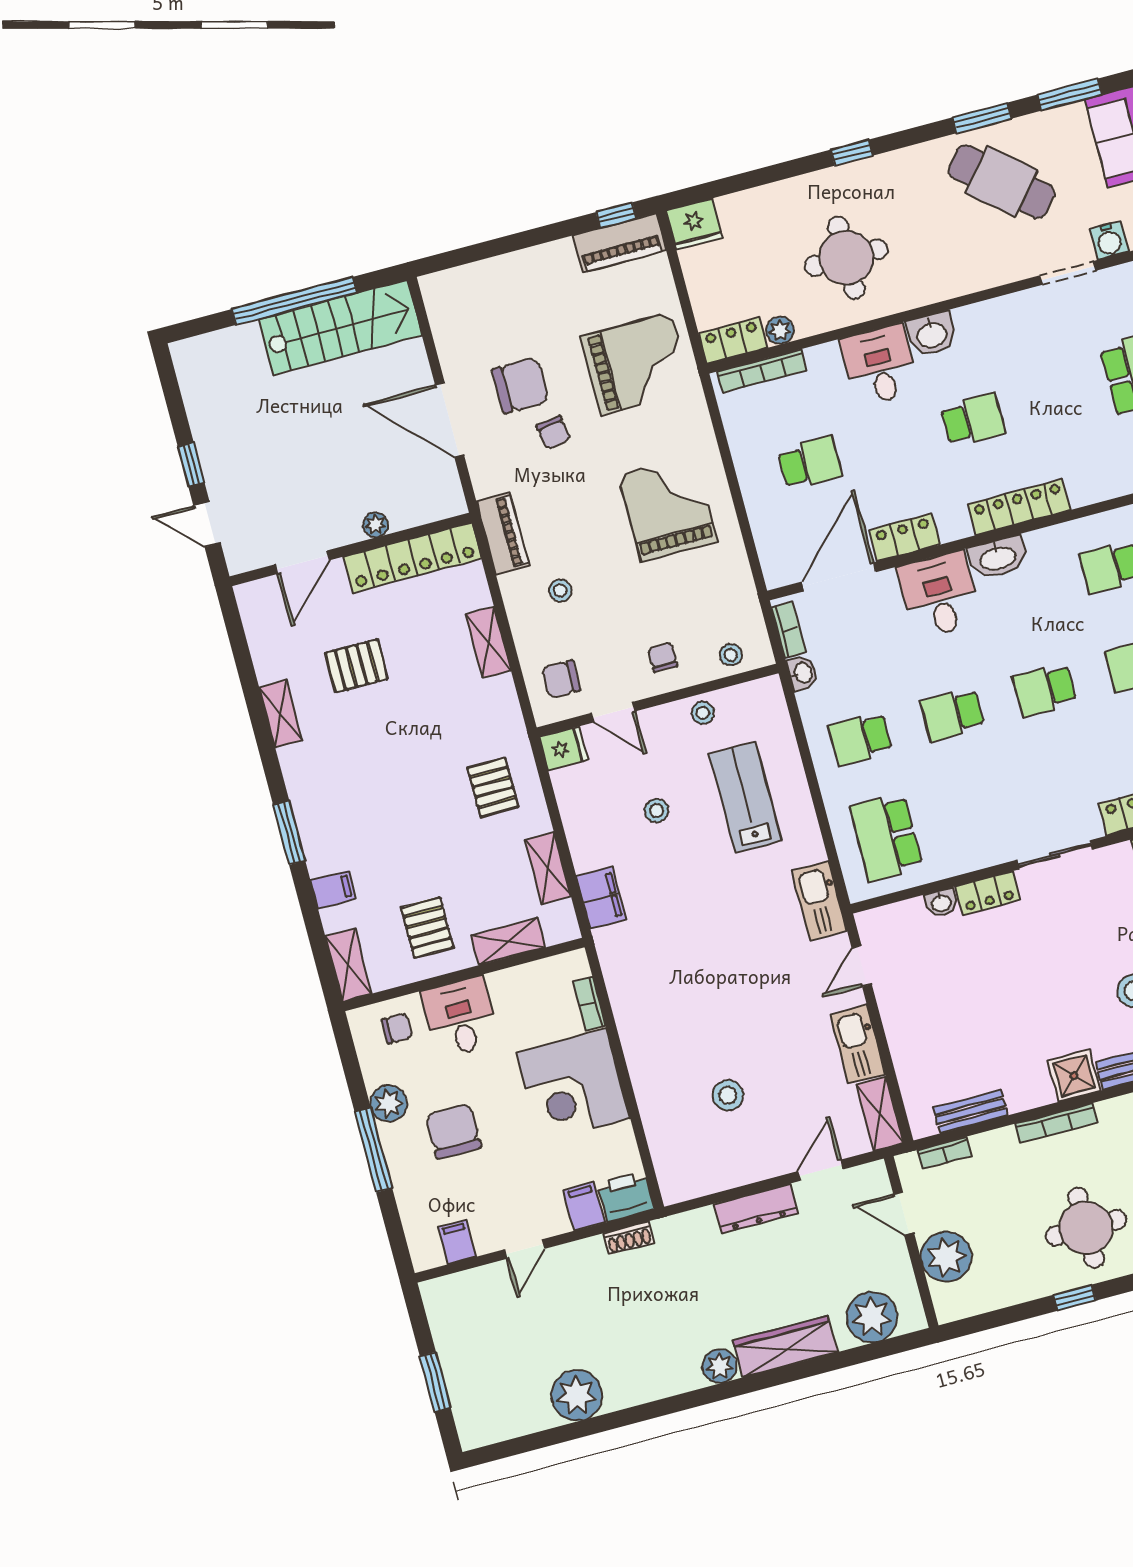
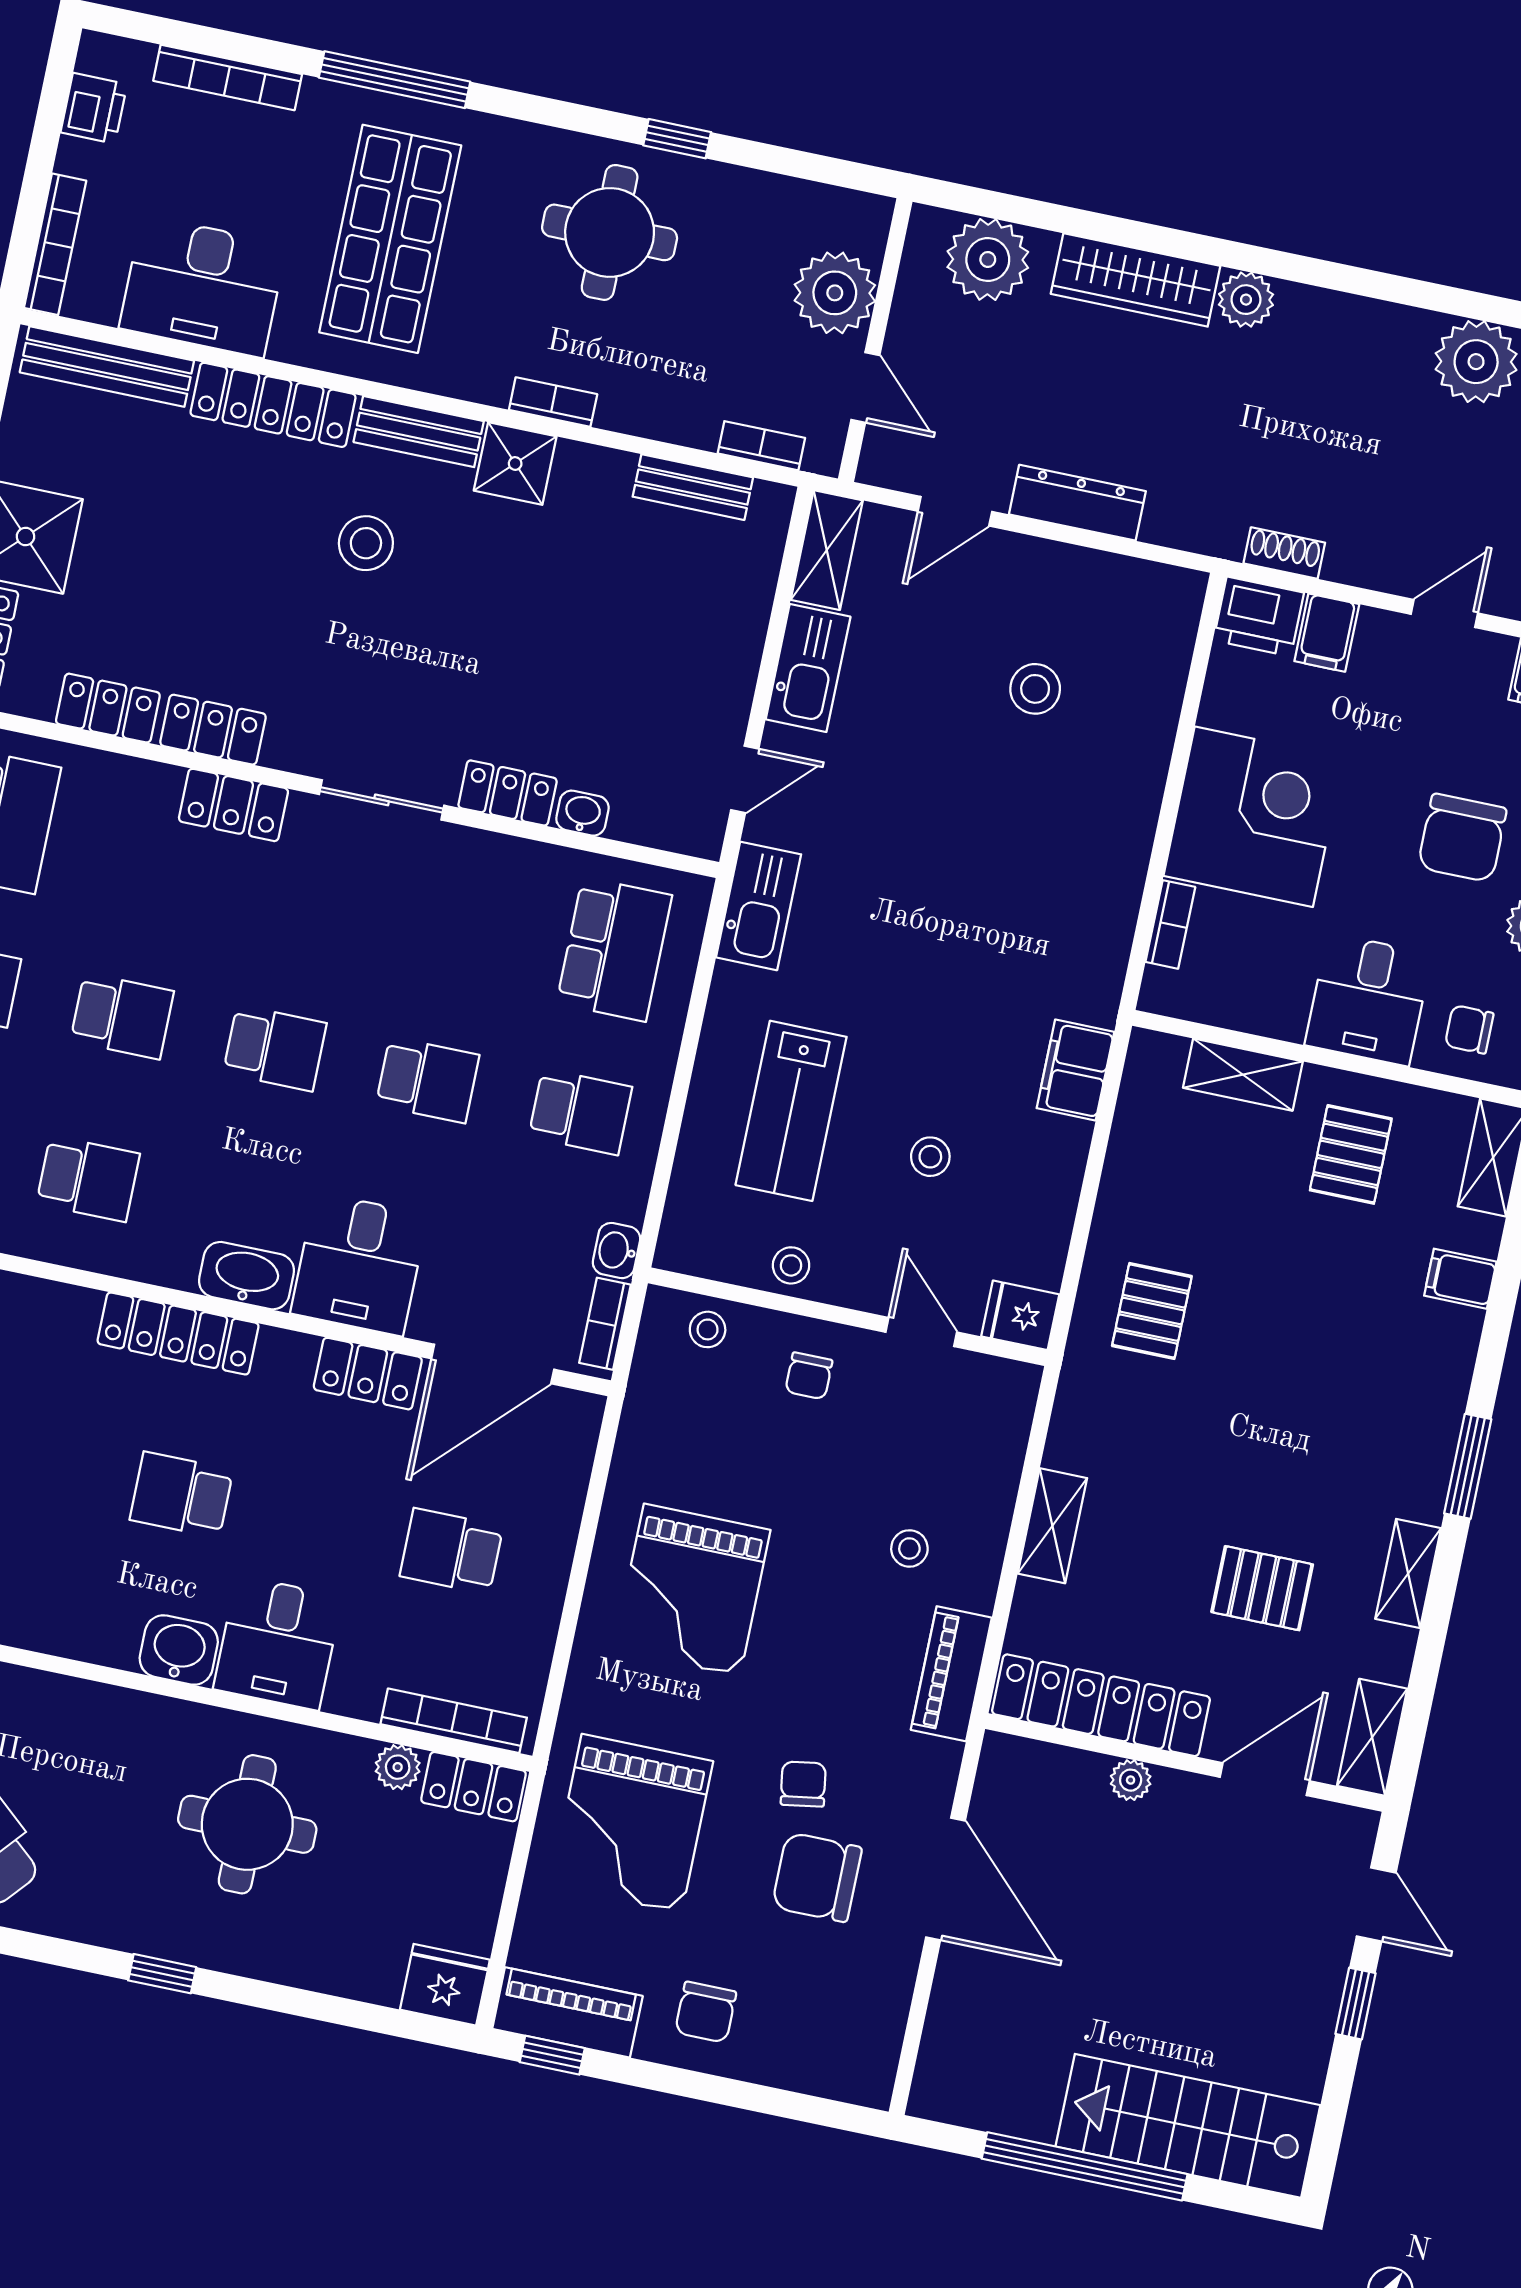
stairs: (340, 327) -> (1188, 2126), moved
grand piano: (636, 364) -> (632, 1823), turned -90
chair: (561, 679) -> (706, 2012), moved, turned 90
window: (289, 833) -> (1468, 1466), moved
shelving: (548, 868) -> (1372, 1737), moved
bookcase: (1056, 1123) -> (553, 402), width x0.64

